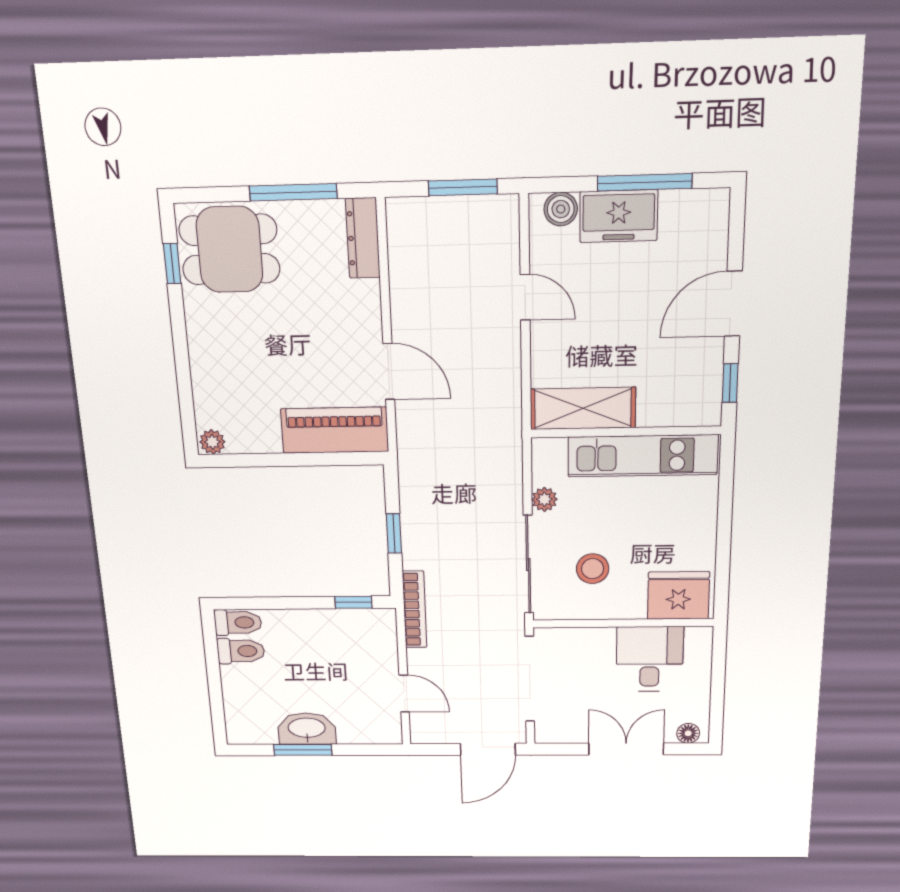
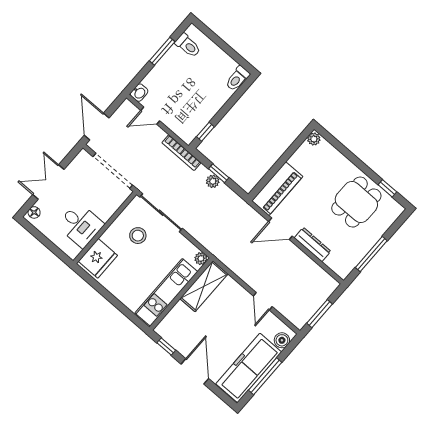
freezer: (619, 216) -> (249, 368), width x1.91, depth x1.26
dresser: (363, 238) -> (313, 245), moved
dining table: (230, 250) -> (356, 202), moved
door: (525, 297) -> (263, 301), hinge flipped
plant: (544, 499) -> (201, 259), moved
plant: (413, 532) -> (213, 181), added
toilet: (241, 651) -> (188, 45), moved, turned -90
washbasin: (307, 729) -> (139, 93), moved, width x0.52, depth x0.69
double door: (626, 749) -> (48, 182), swing flipped

